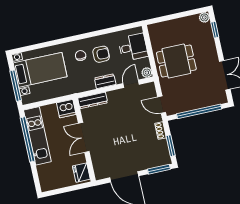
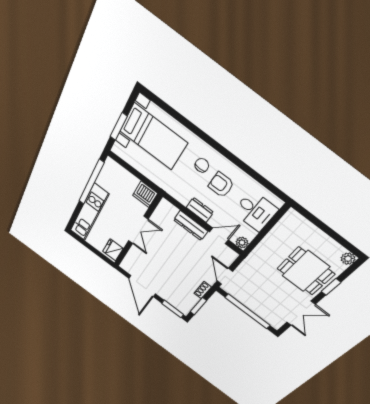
window: (215, 30) -> (331, 287), moved
armchair: (101, 54) -> (221, 185), turned 180
dining table: (176, 61) -> (306, 271), moved
window: (16, 86) -> (119, 127), width x0.69
dresser: (93, 100) -> (191, 226), moved
kitchen unit: (37, 136) -> (89, 213), moved
double door: (84, 137) -> (138, 230), swing flipped

